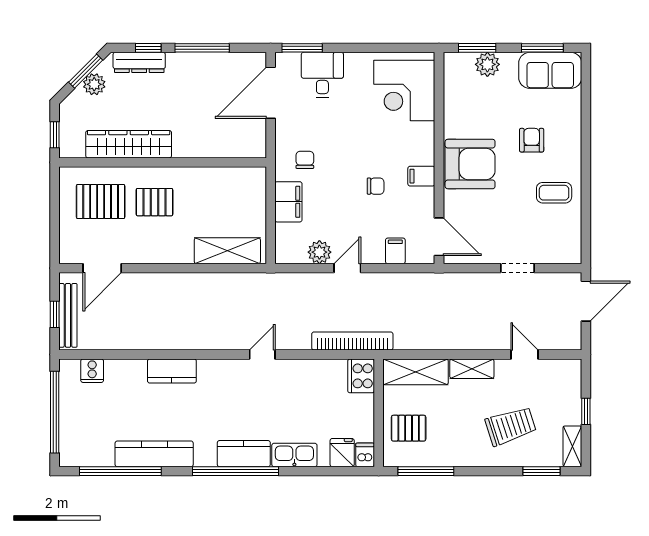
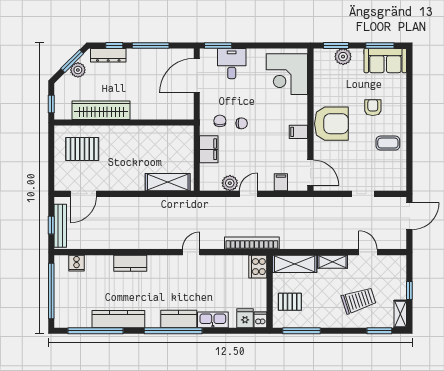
chair: (376, 186) -> (242, 123), moved
pallet: (154, 202) -> (119, 149), removed

